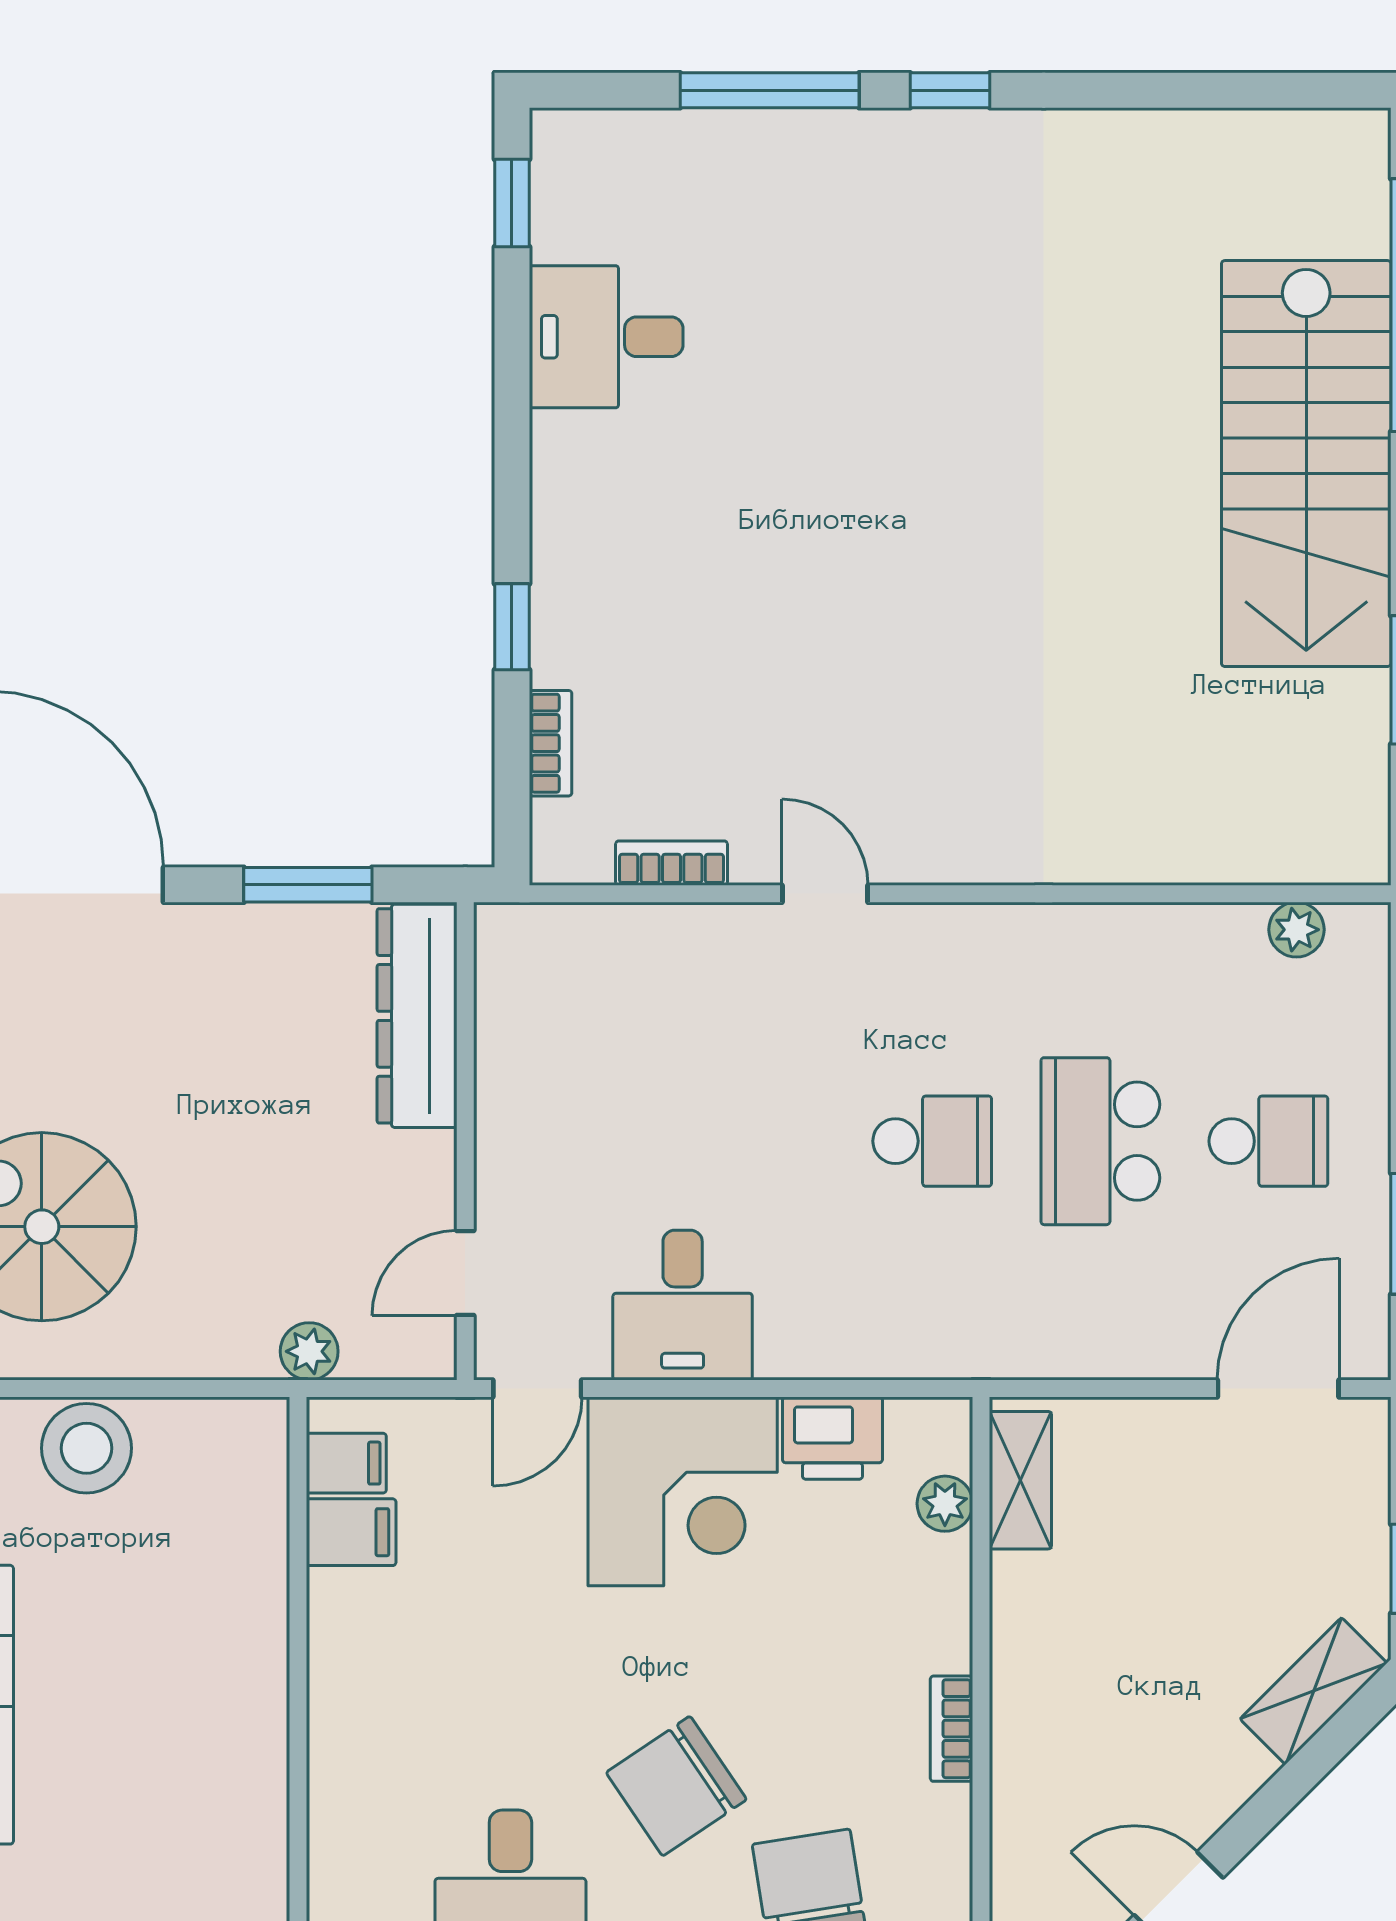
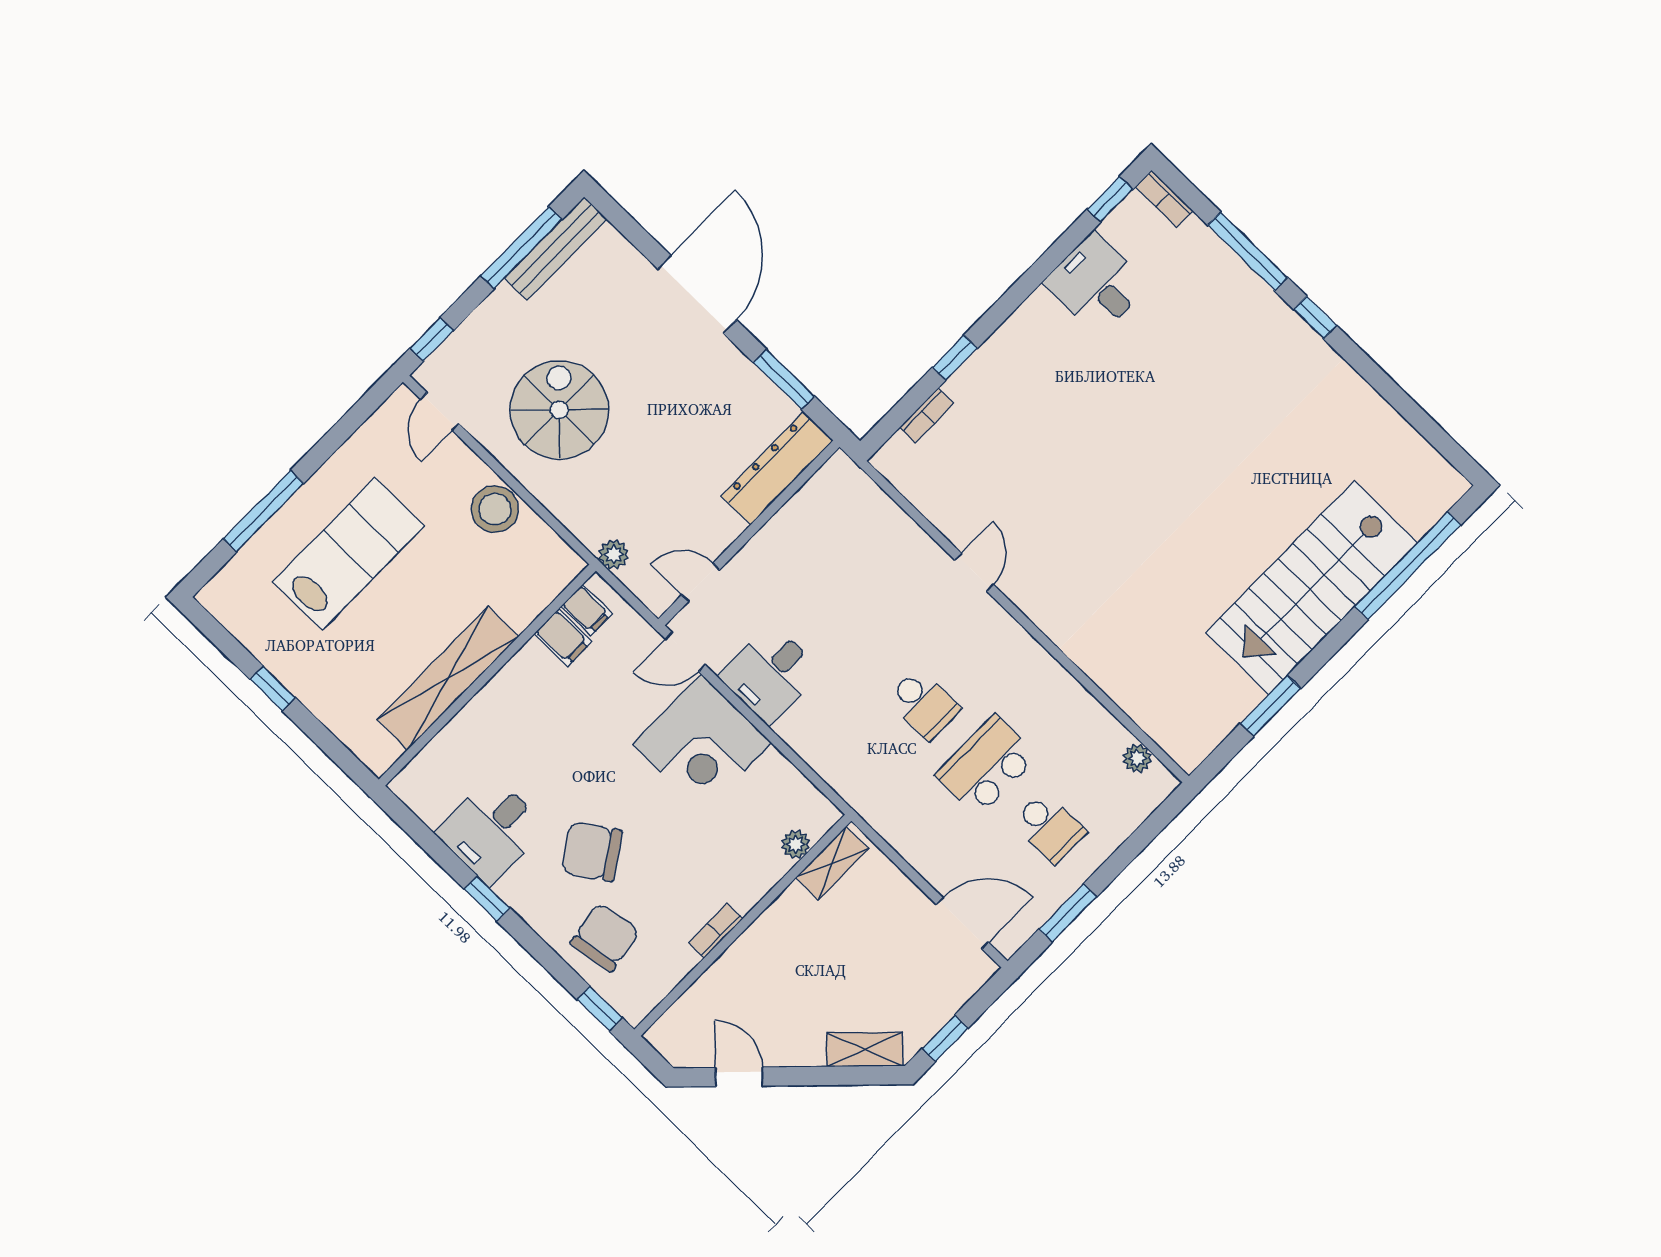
bookcase: (672, 863) -> (1164, 199), moved, turned 180
printer: (832, 1438) -> (778, 779), removed
shelving: (248, 1741) -> (448, 678), added

